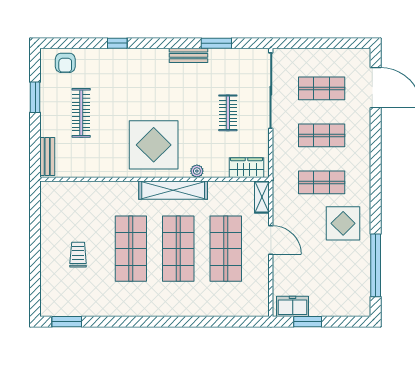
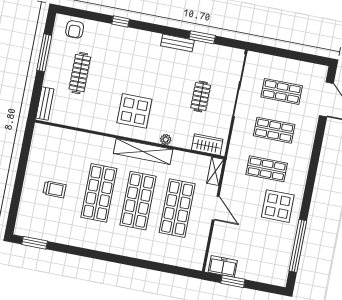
window: (35, 97) -> (44, 53), width x1.44
display table: (154, 145) -> (134, 111), width x0.73, depth x0.73
trolley: (78, 255) -> (54, 189), turned 90

